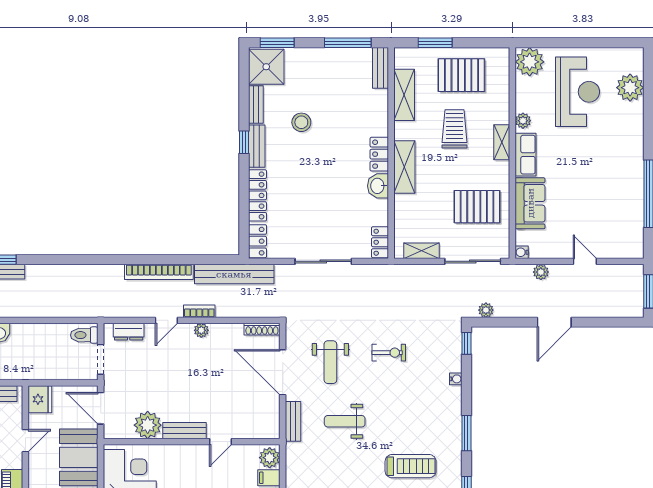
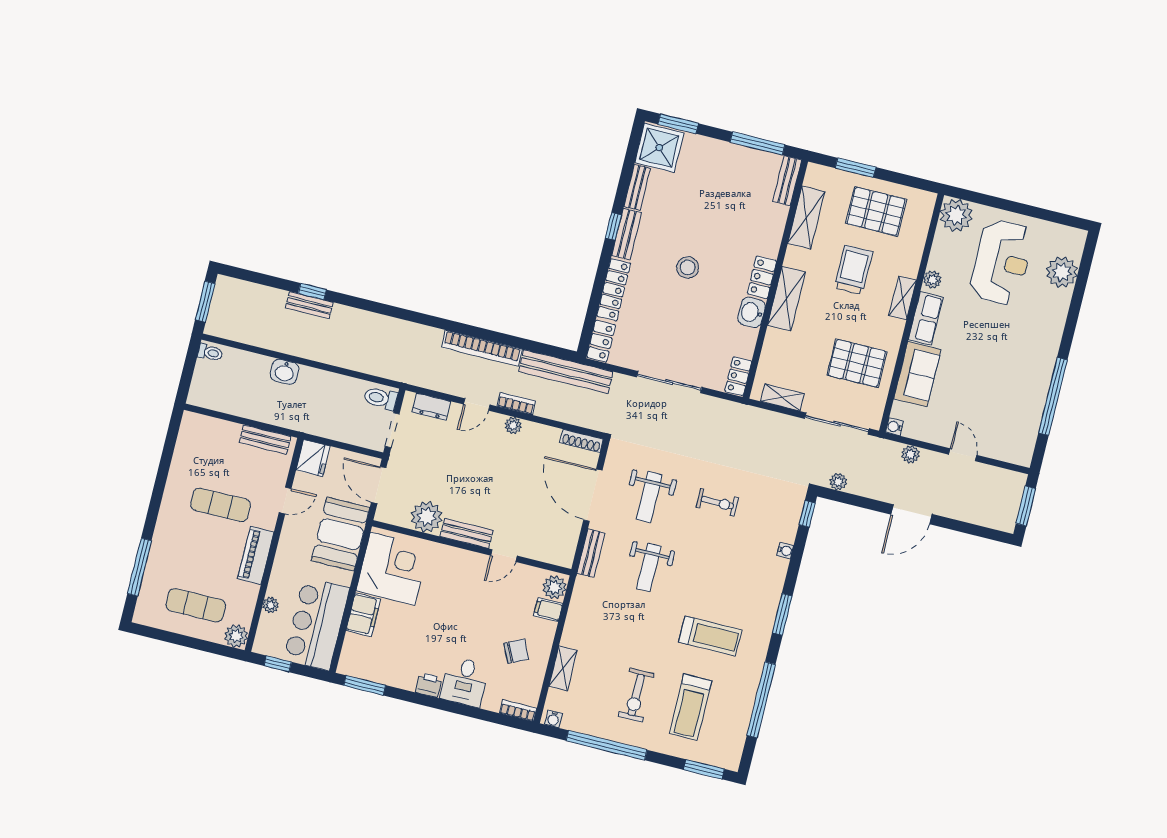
stool: (301, 122) -> (688, 267), moved
weight bench: (345, 421) -> (649, 567), turned -90

